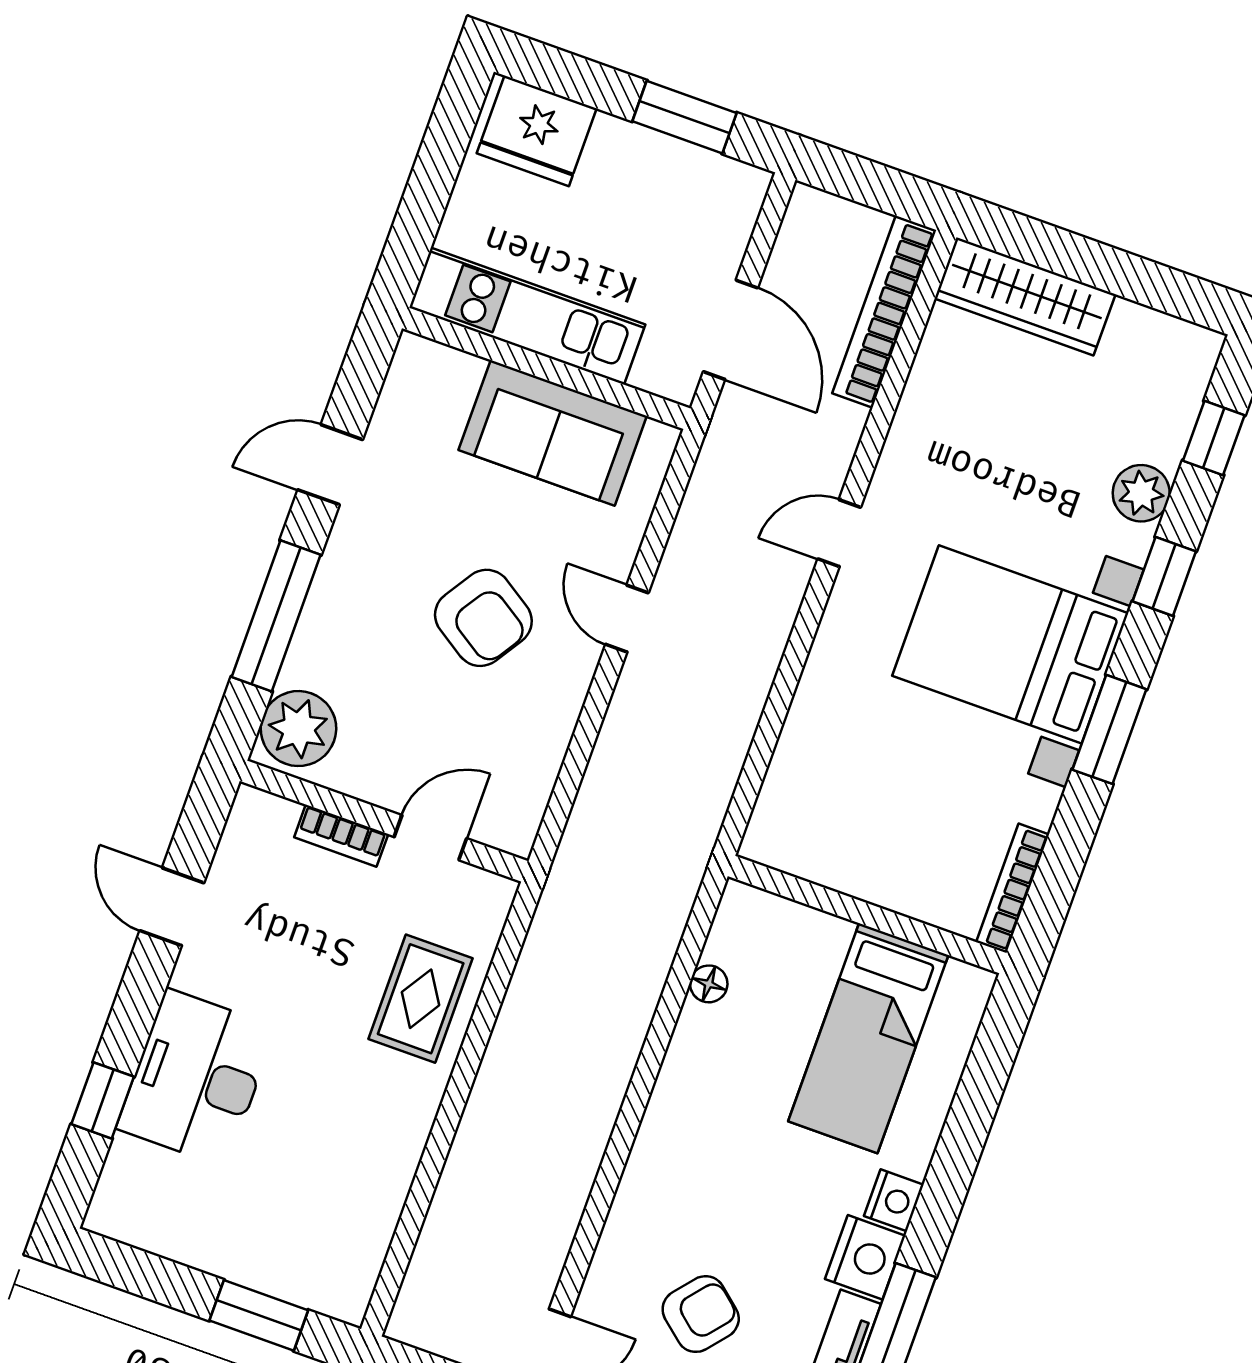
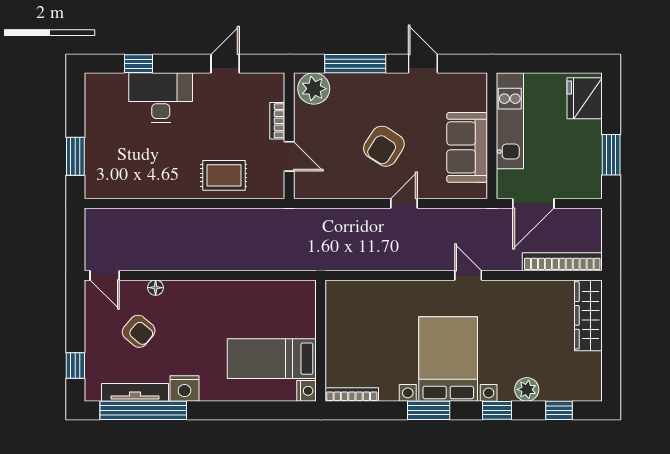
floor lamp: (709, 984) -> (156, 288), moved
nightstand: (894, 1200) -> (307, 391), moved, turned -90

